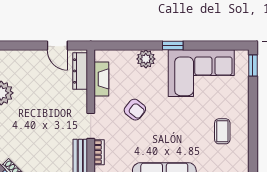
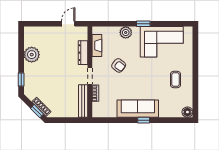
door: (57, 46) -> (68, 24), swing flipped
window: (253, 66) -> (195, 37), removed
dresser: (80, 71) -> (83, 53), moved

